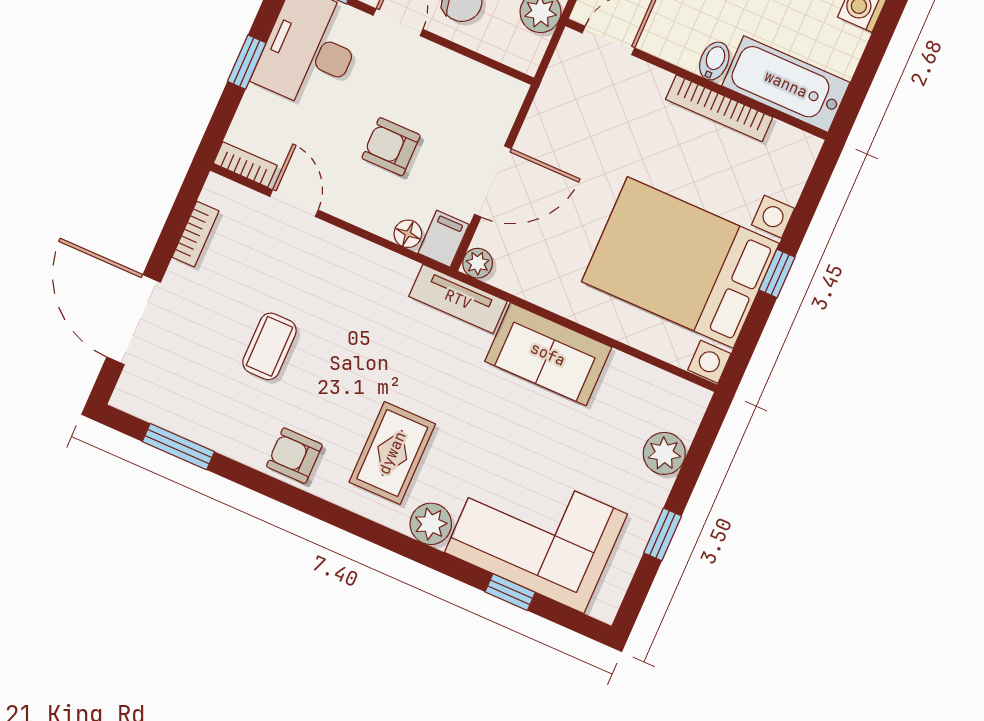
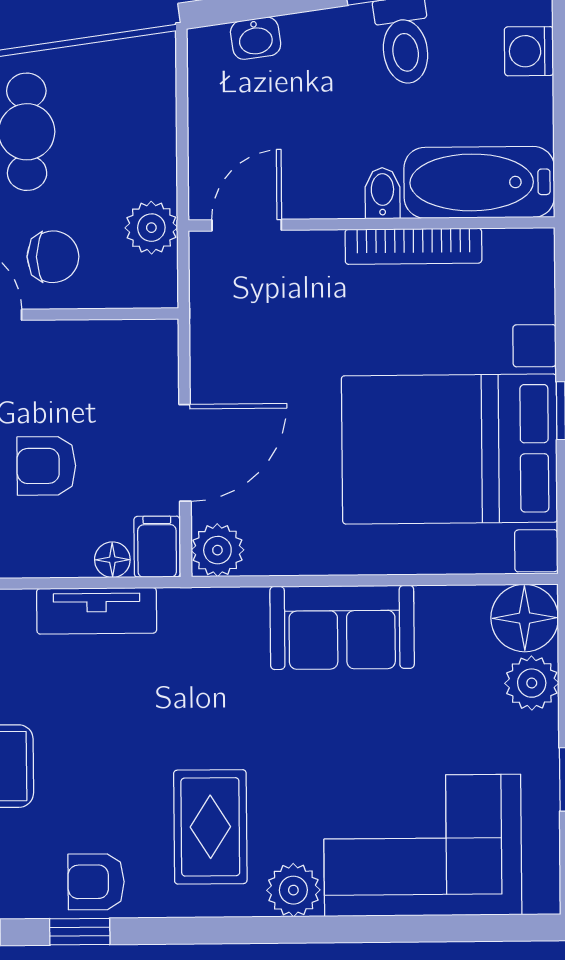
plant: (478, 263) -> (217, 550), width x1.38, depth x1.38
tv unit: (458, 299) -> (97, 611), moved
floor lamp: (680, 405) -> (525, 618), added
window: (510, 592) -> (80, 932), moved

